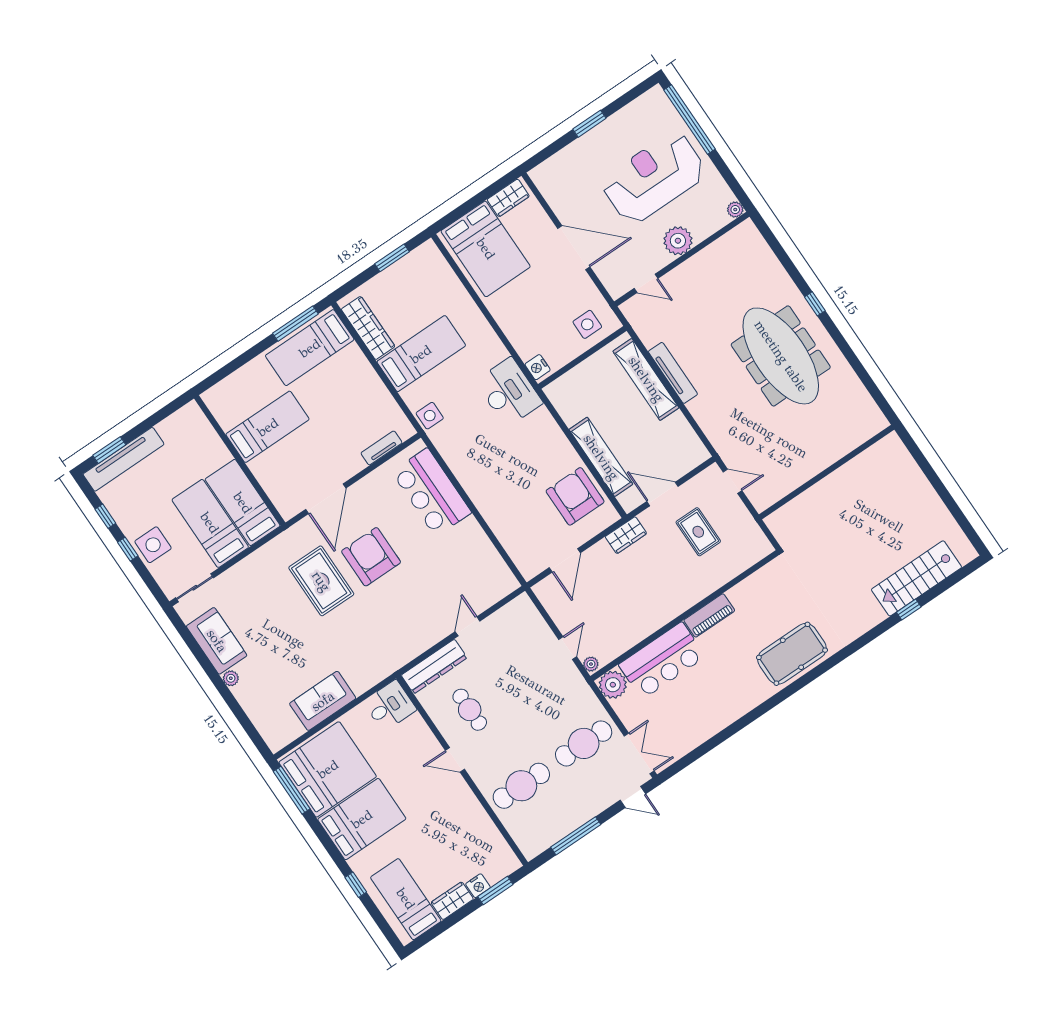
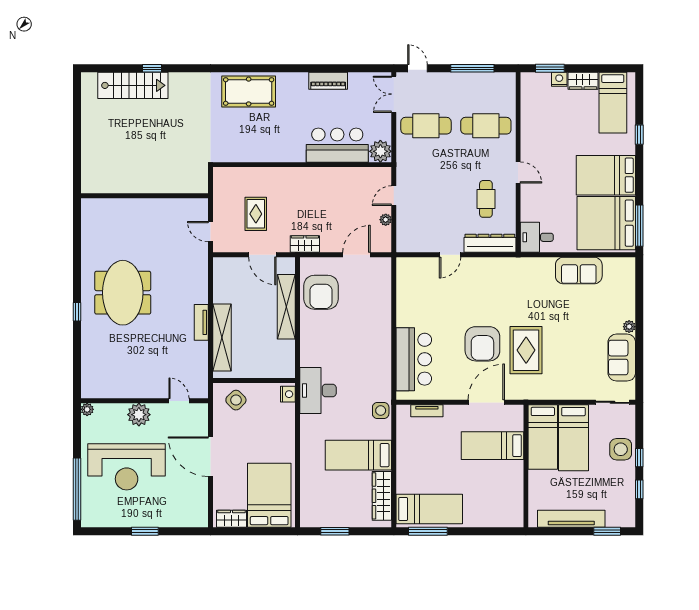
side table: (587, 324) -> (236, 400), turned 45
meeting table: (781, 356) -> (123, 293), width x0.73
tv unit: (673, 373) -> (201, 322), width x0.71
bed: (268, 427) -> (492, 446), moved
tv unit: (124, 459) -> (571, 519), moved
piano: (709, 615) -> (328, 81), moved, turned 180
plant: (591, 664) -> (386, 220), moved

